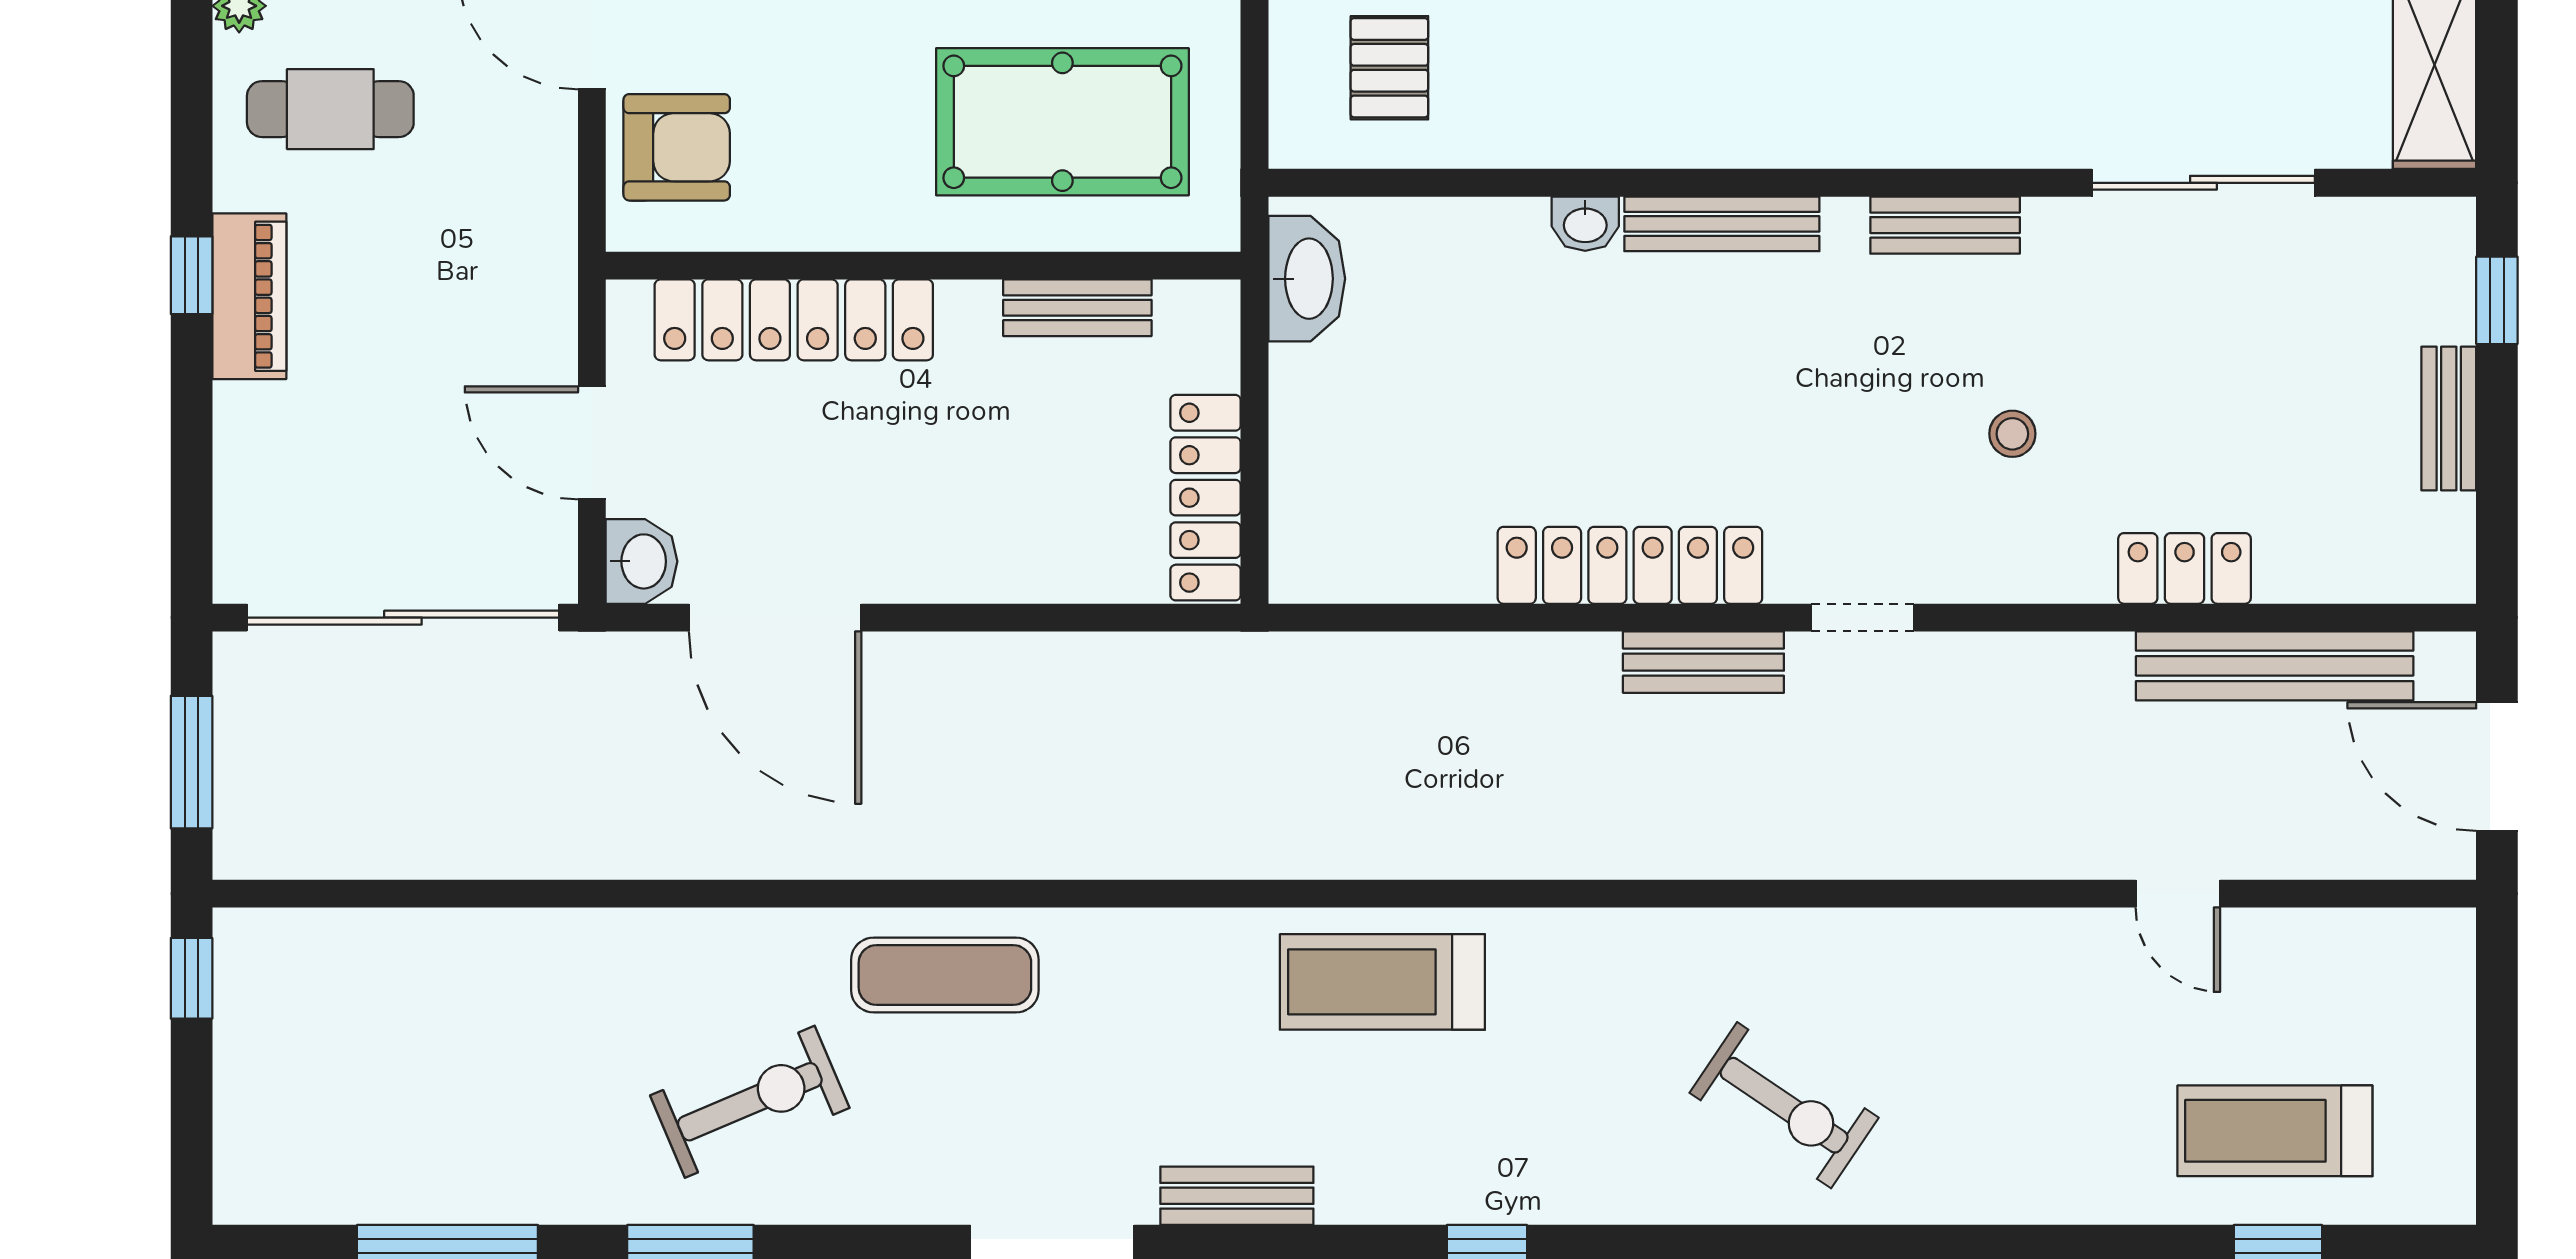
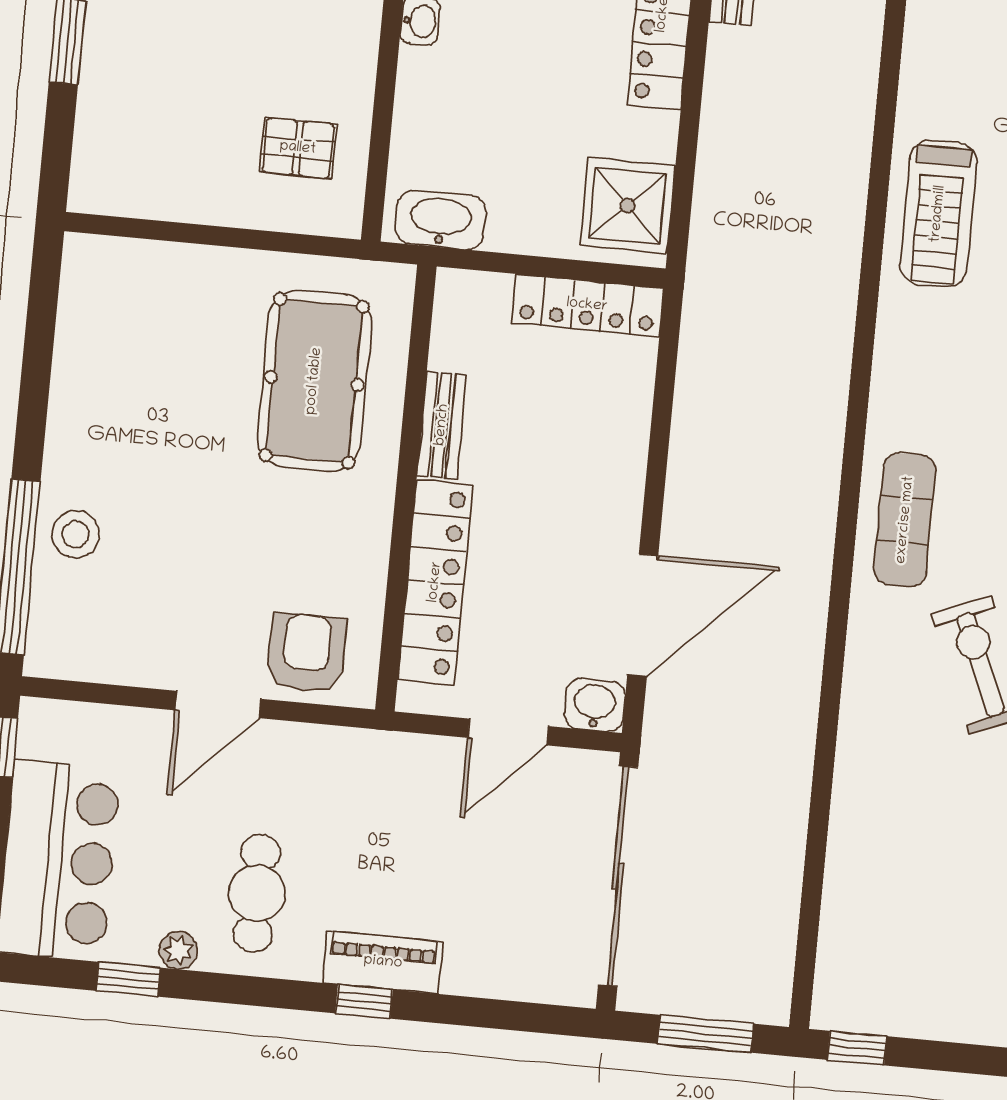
bench: (1077, 308) -> (442, 425), moved
shower: (1352, 541) -> (627, 206), added

